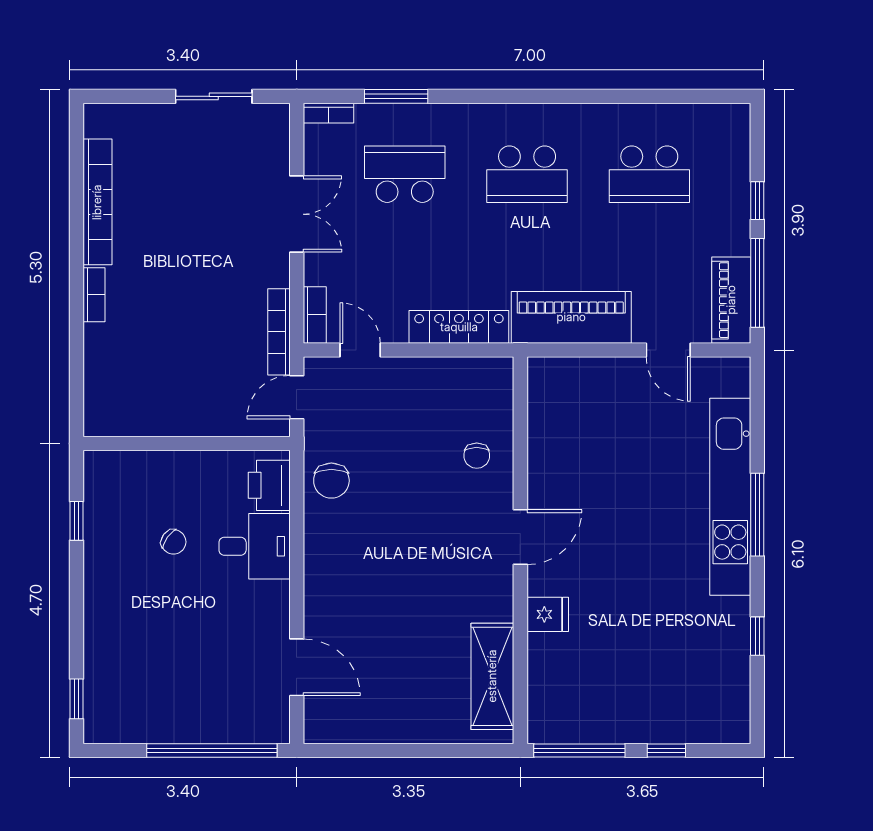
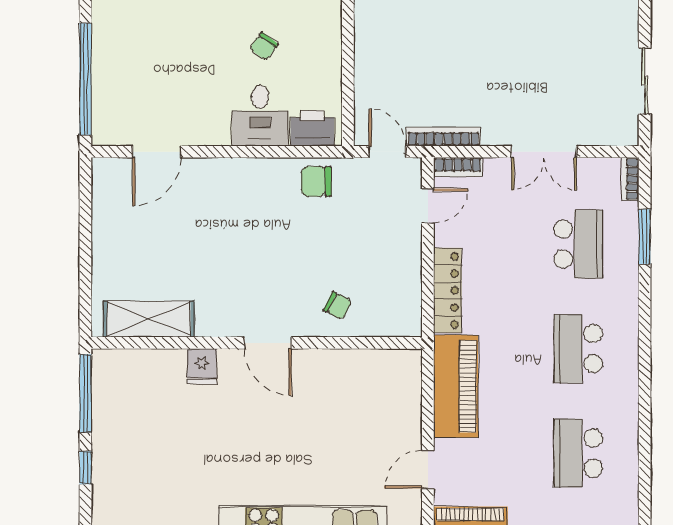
chair: (477, 456) -> (338, 306), turned -153

